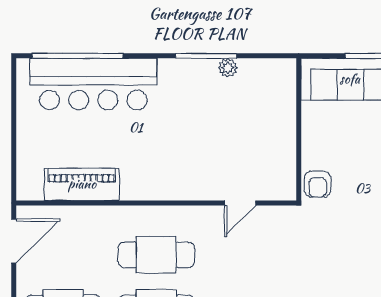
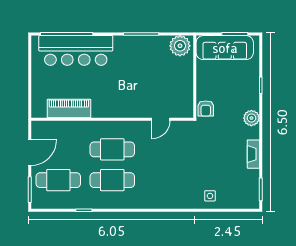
plant: (228, 68) -> (180, 46), moved, width x1.88, depth x1.88
door: (14, 241) -> (30, 153), moved

